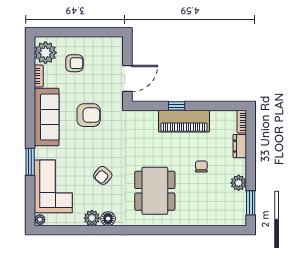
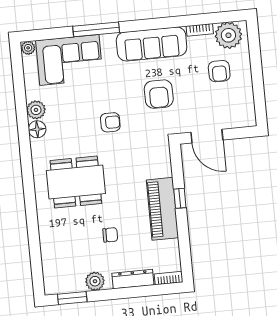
dresser: (240, 146) -> (133, 279), width x1.44
window: (30, 162) -> (96, 29), width x1.44
armchair: (103, 175) -> (110, 122), moved, turned 139

